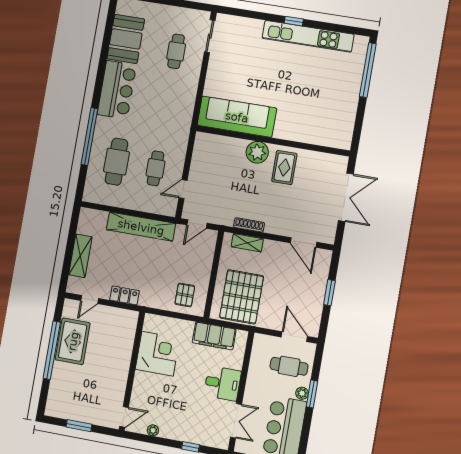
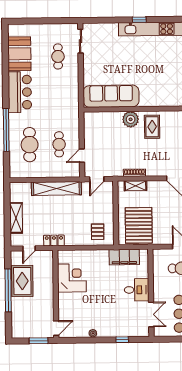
corner desk: (157, 354) -> (72, 278), moved
wall: (132, 371) -> (56, 294), moved
door: (124, 417) -> (56, 328), moved

